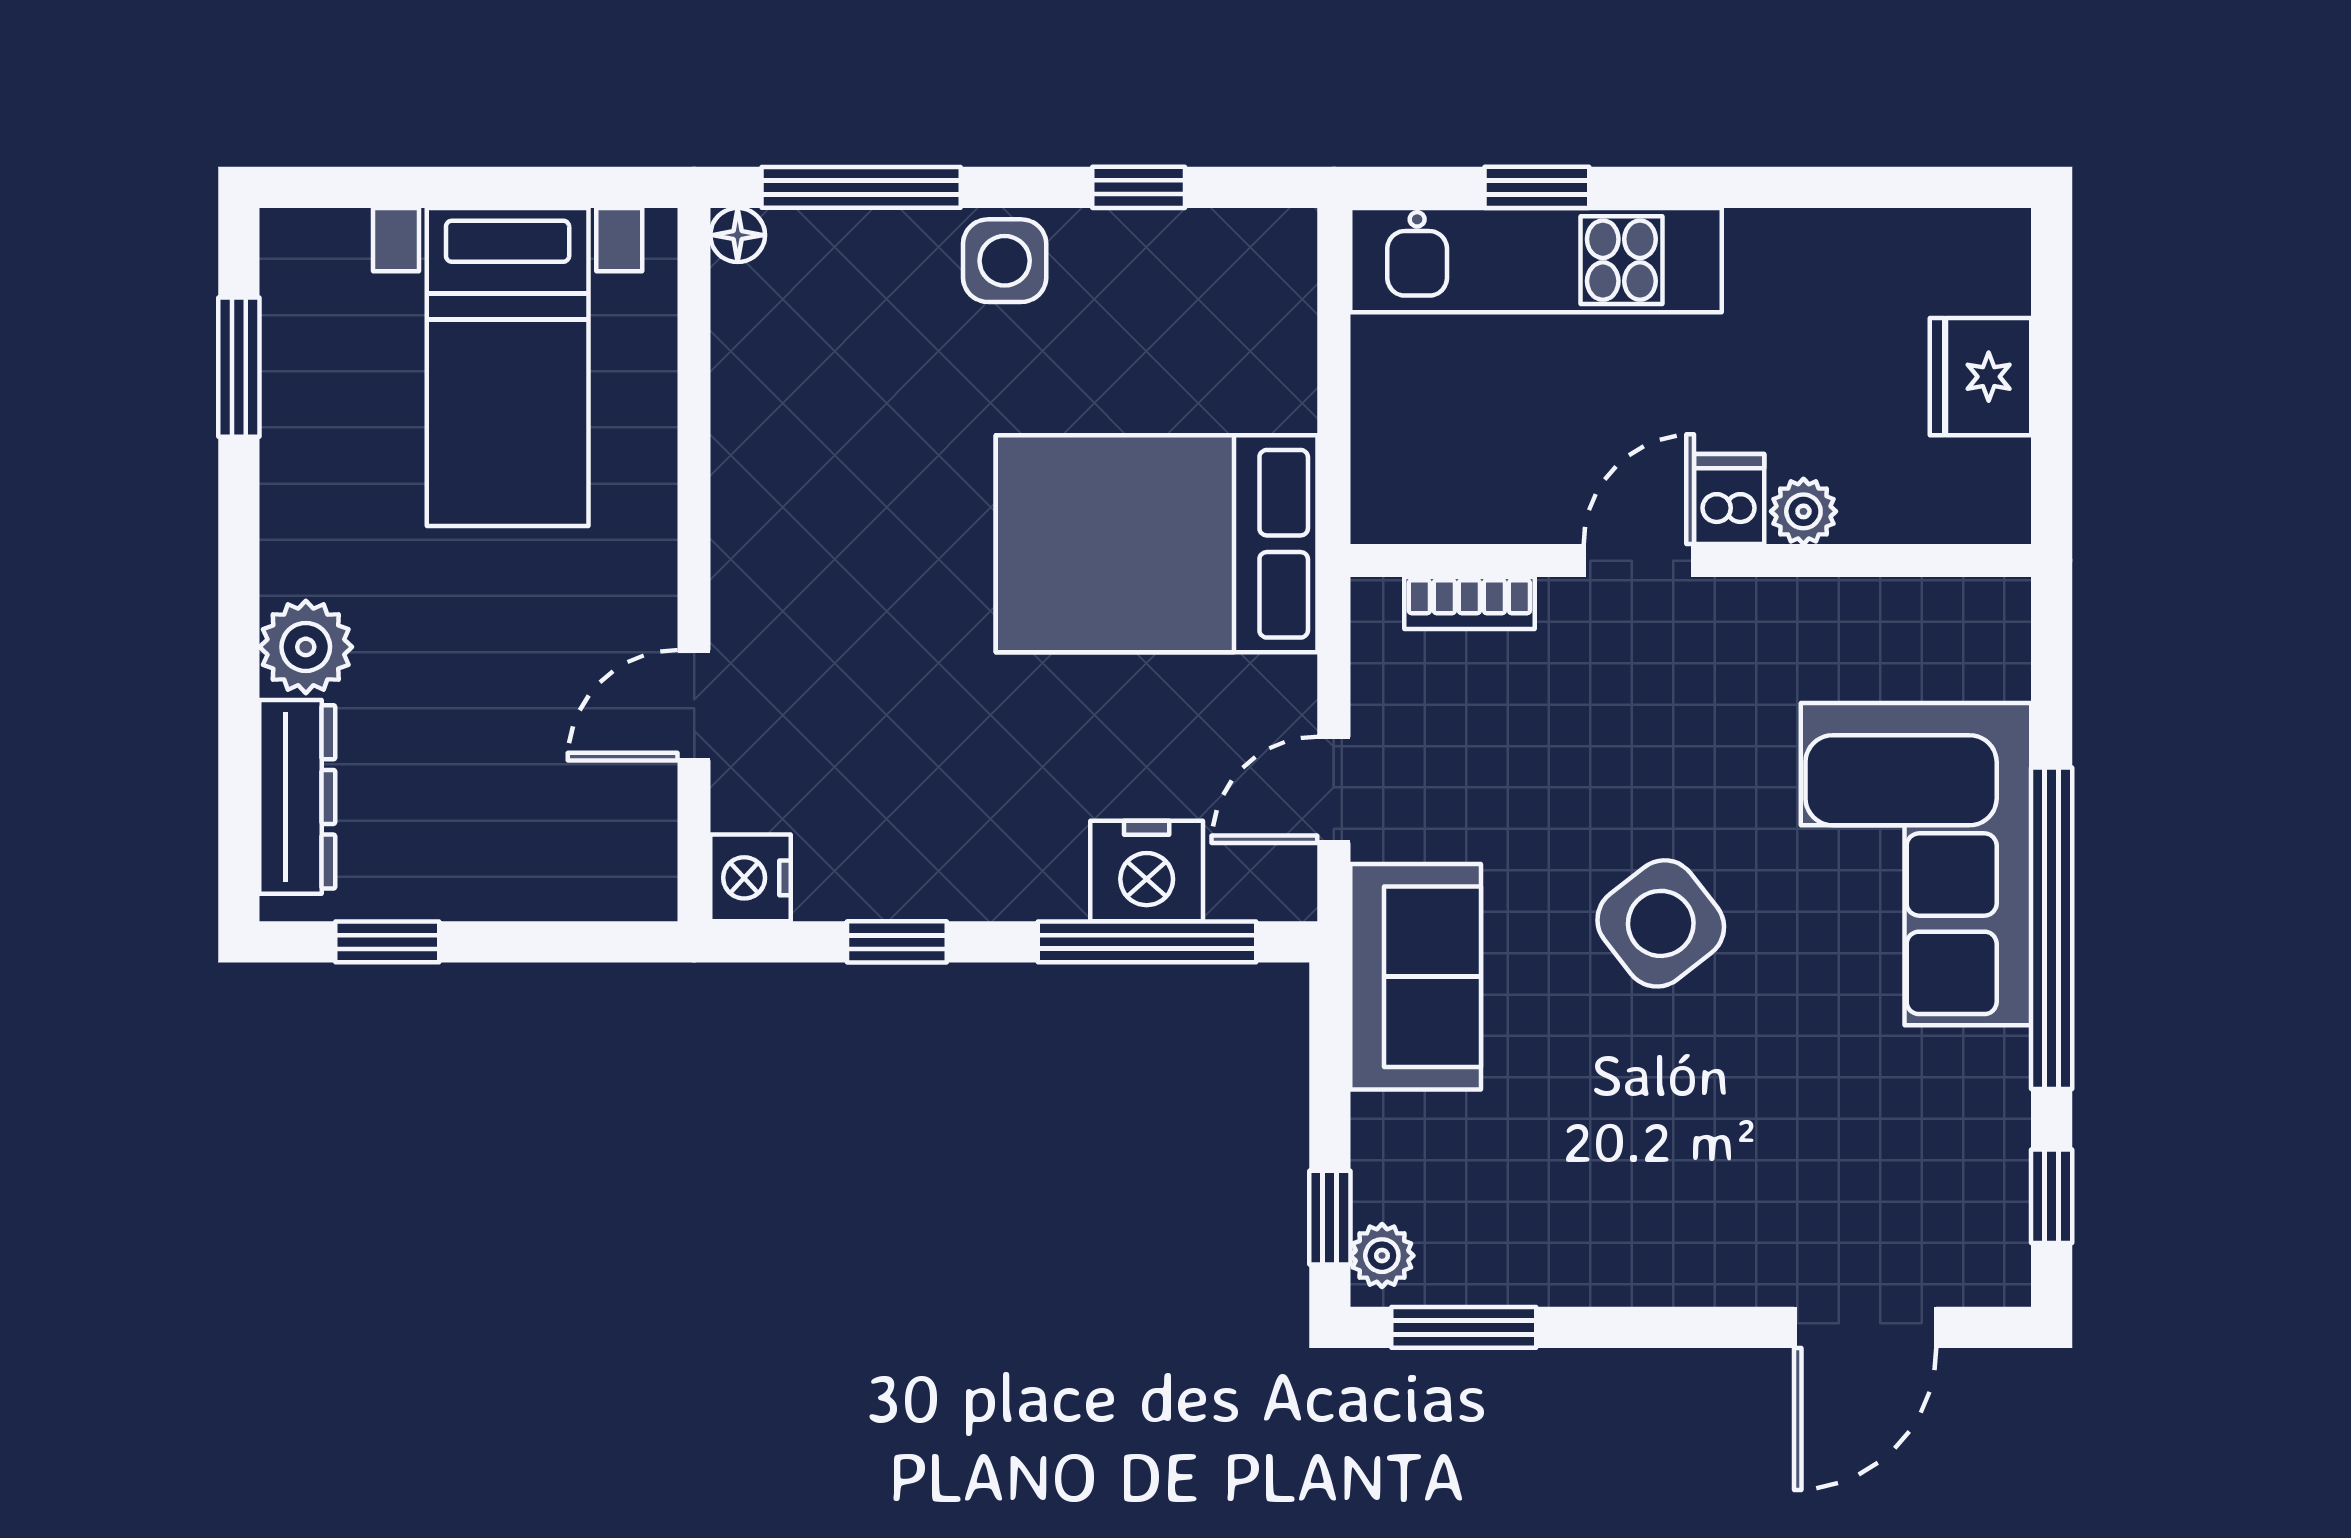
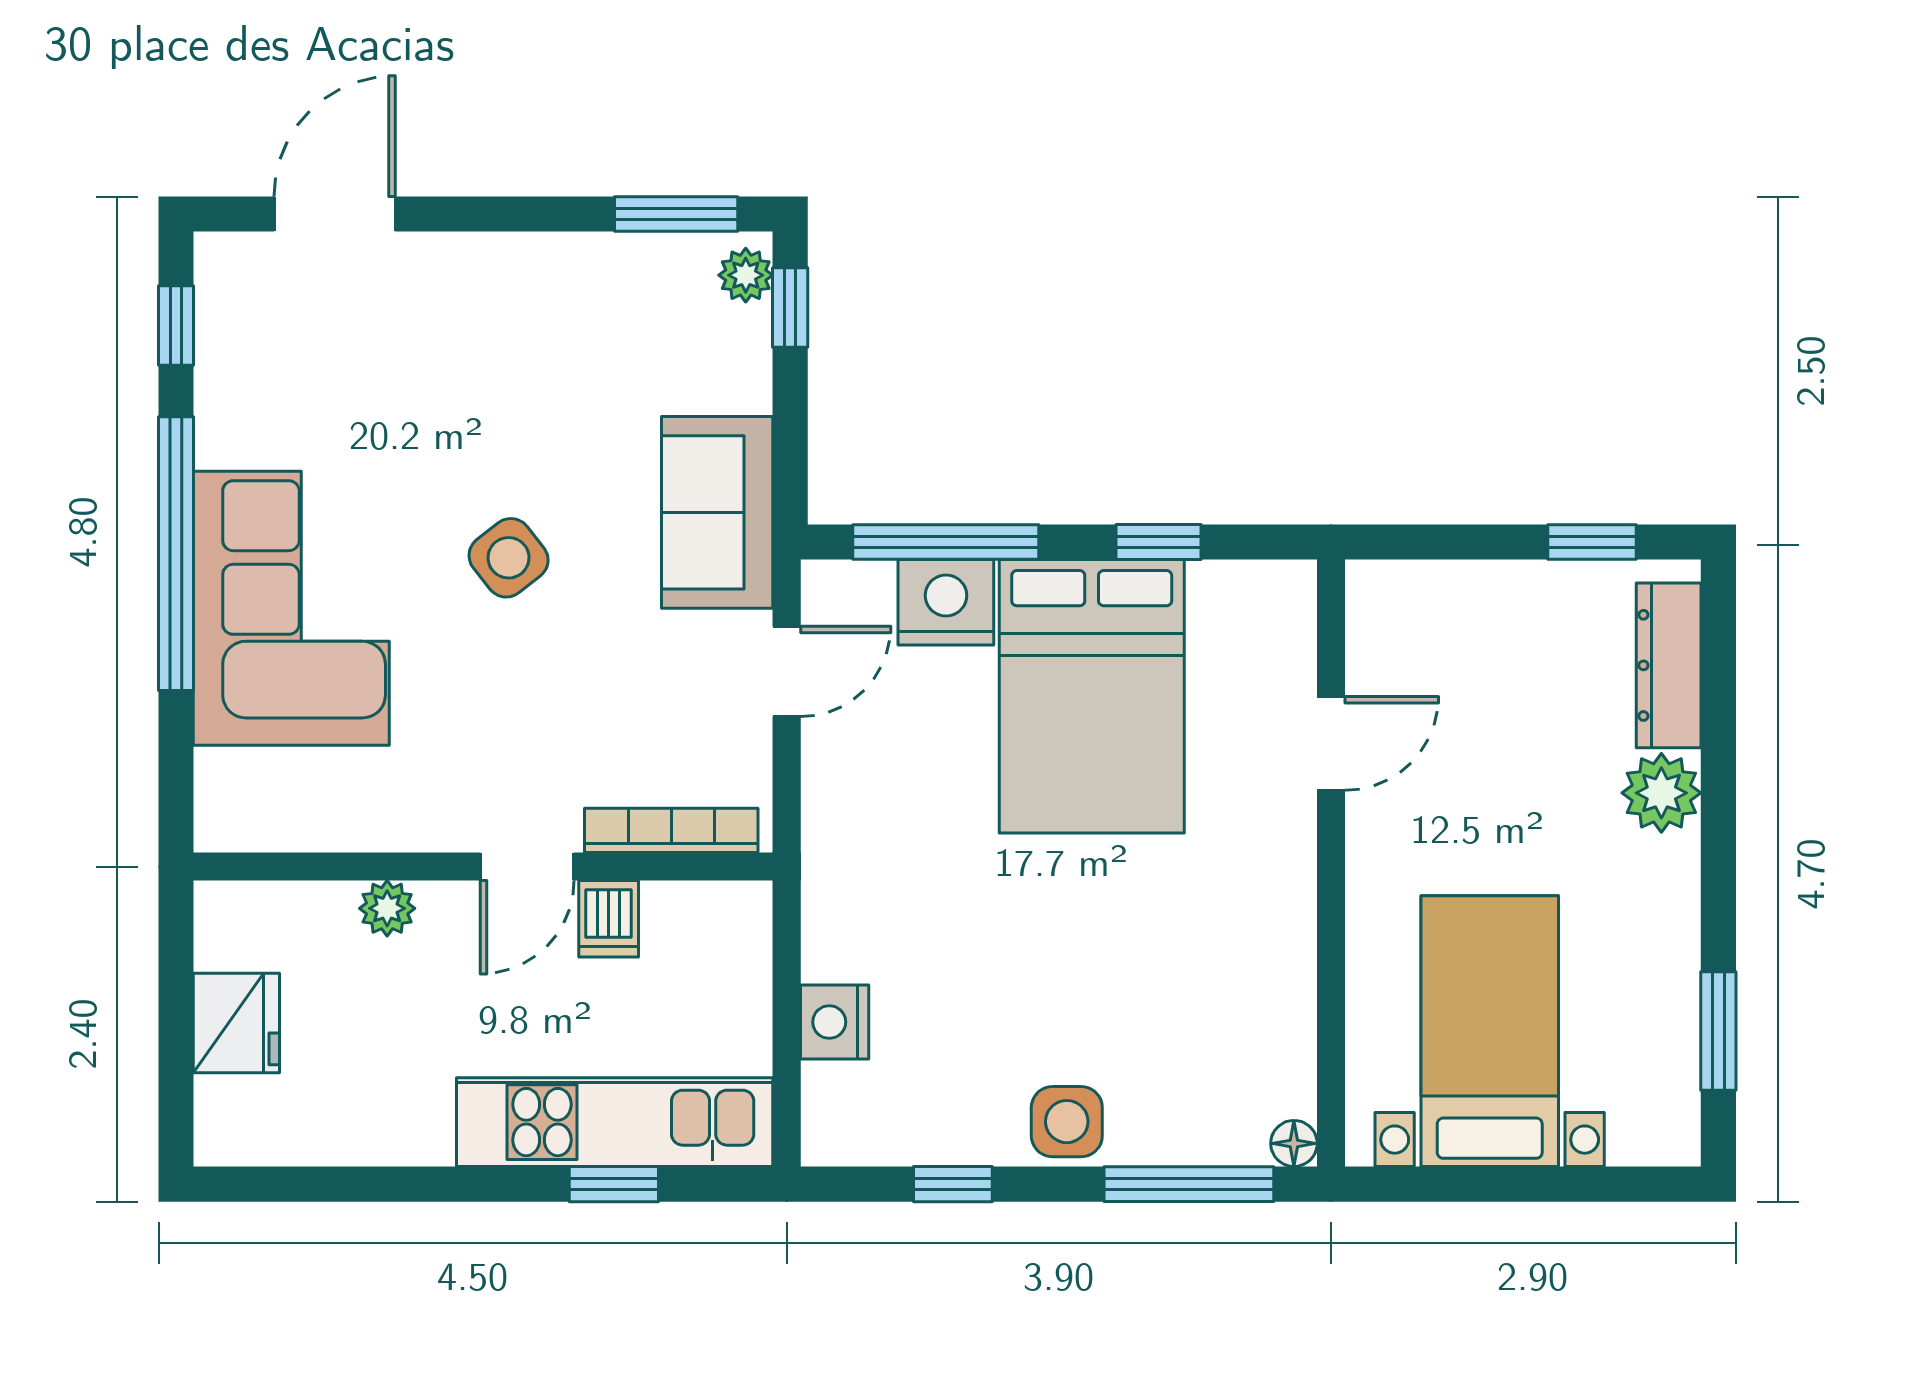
dishwasher: (1729, 499) -> (609, 919), moved
bed: (1157, 544) -> (1092, 696), moved, turned 90
bookcase: (1469, 603) -> (671, 830), width x1.56
nightstand: (751, 878) -> (835, 1022), moved, turned 180
side table: (1661, 923) -> (509, 558), width x0.73, depth x0.73

